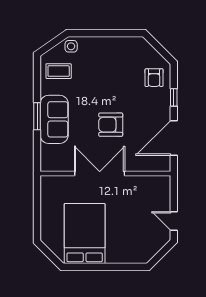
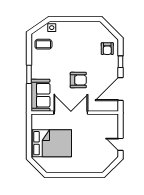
sofa: (54, 119) -> (40, 95), moved
armchair: (111, 125) -> (78, 80), turned 180
bed: (85, 234) -> (51, 143), moved, turned 90

